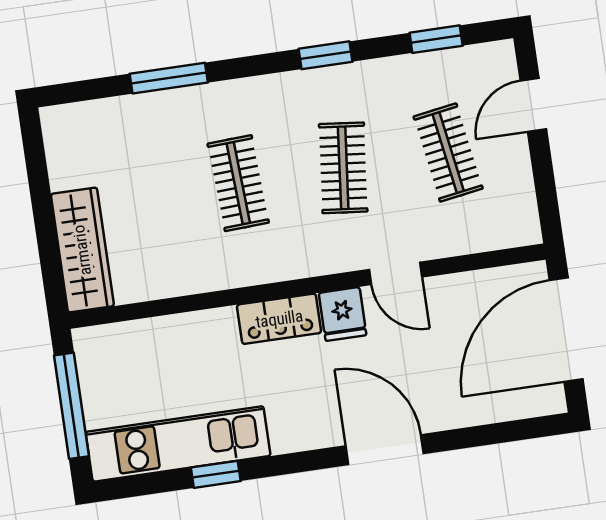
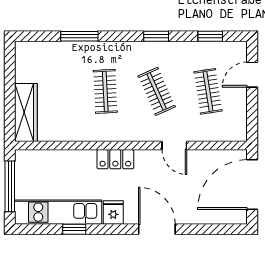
clothes rail: (343, 168) -> (157, 91), turned -30
fridge: (343, 314) -> (113, 212), moved, turned 180

